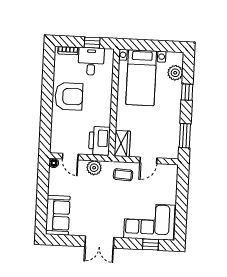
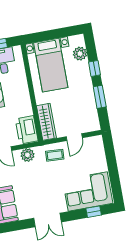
window: (185, 136) -> (100, 97), moved
wardrobe: (122, 144) -> (46, 122), width x1.50

